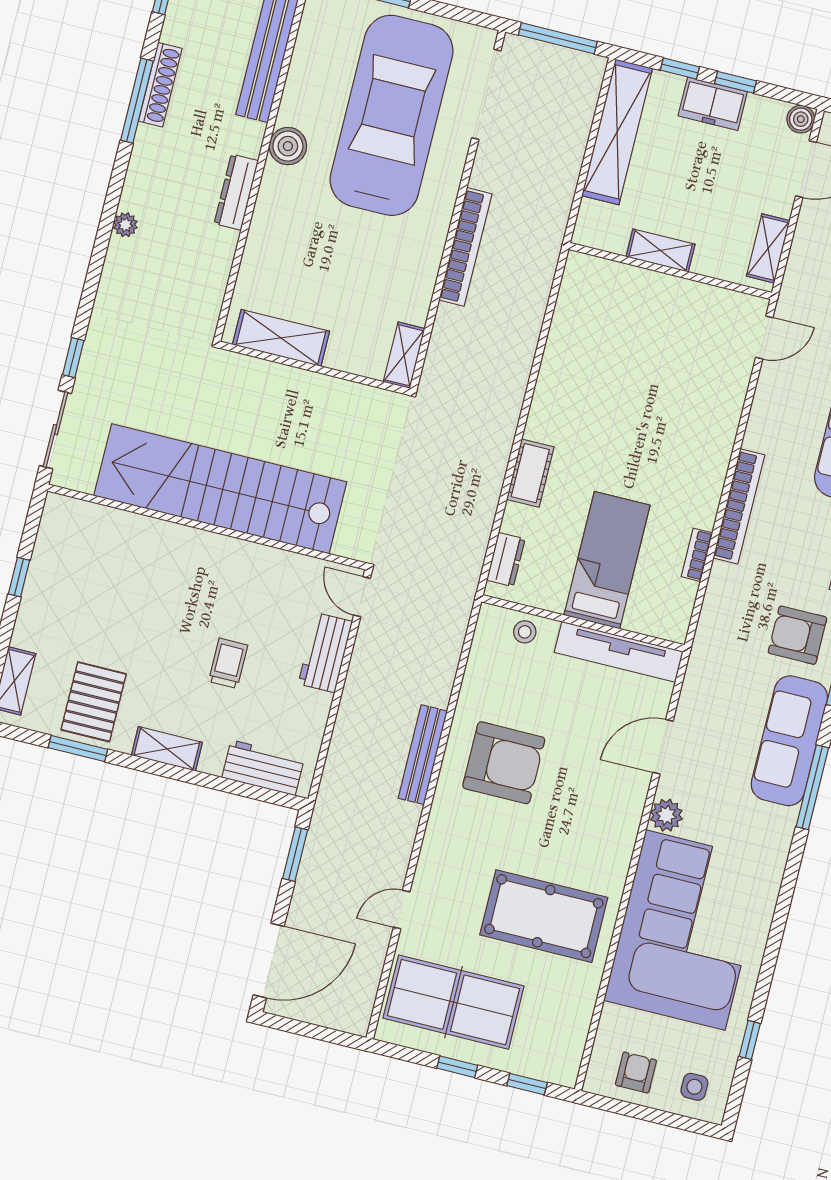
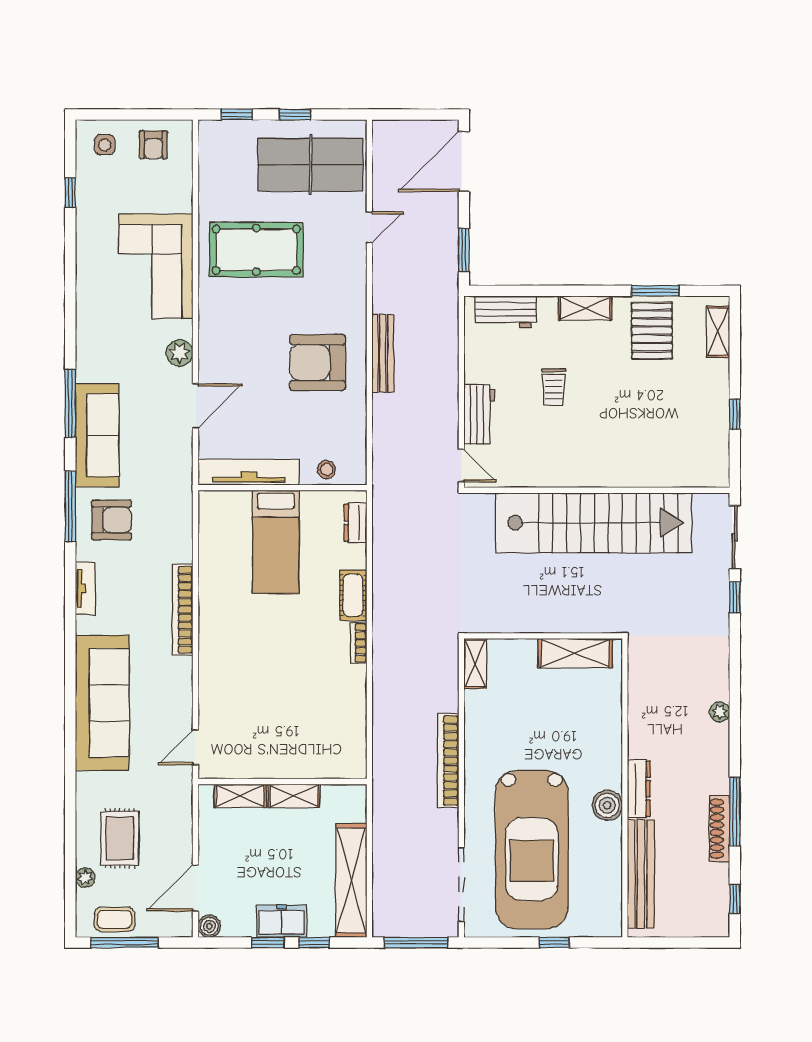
dresser: (236, 192) -> (639, 789), moved
shelving: (768, 248) -> (240, 796), moved, turned 90
bookcase: (697, 555) -> (359, 643), moved, turned 180
corner sofa: (685, 930) -> (156, 266), width x0.73, depth x0.74

